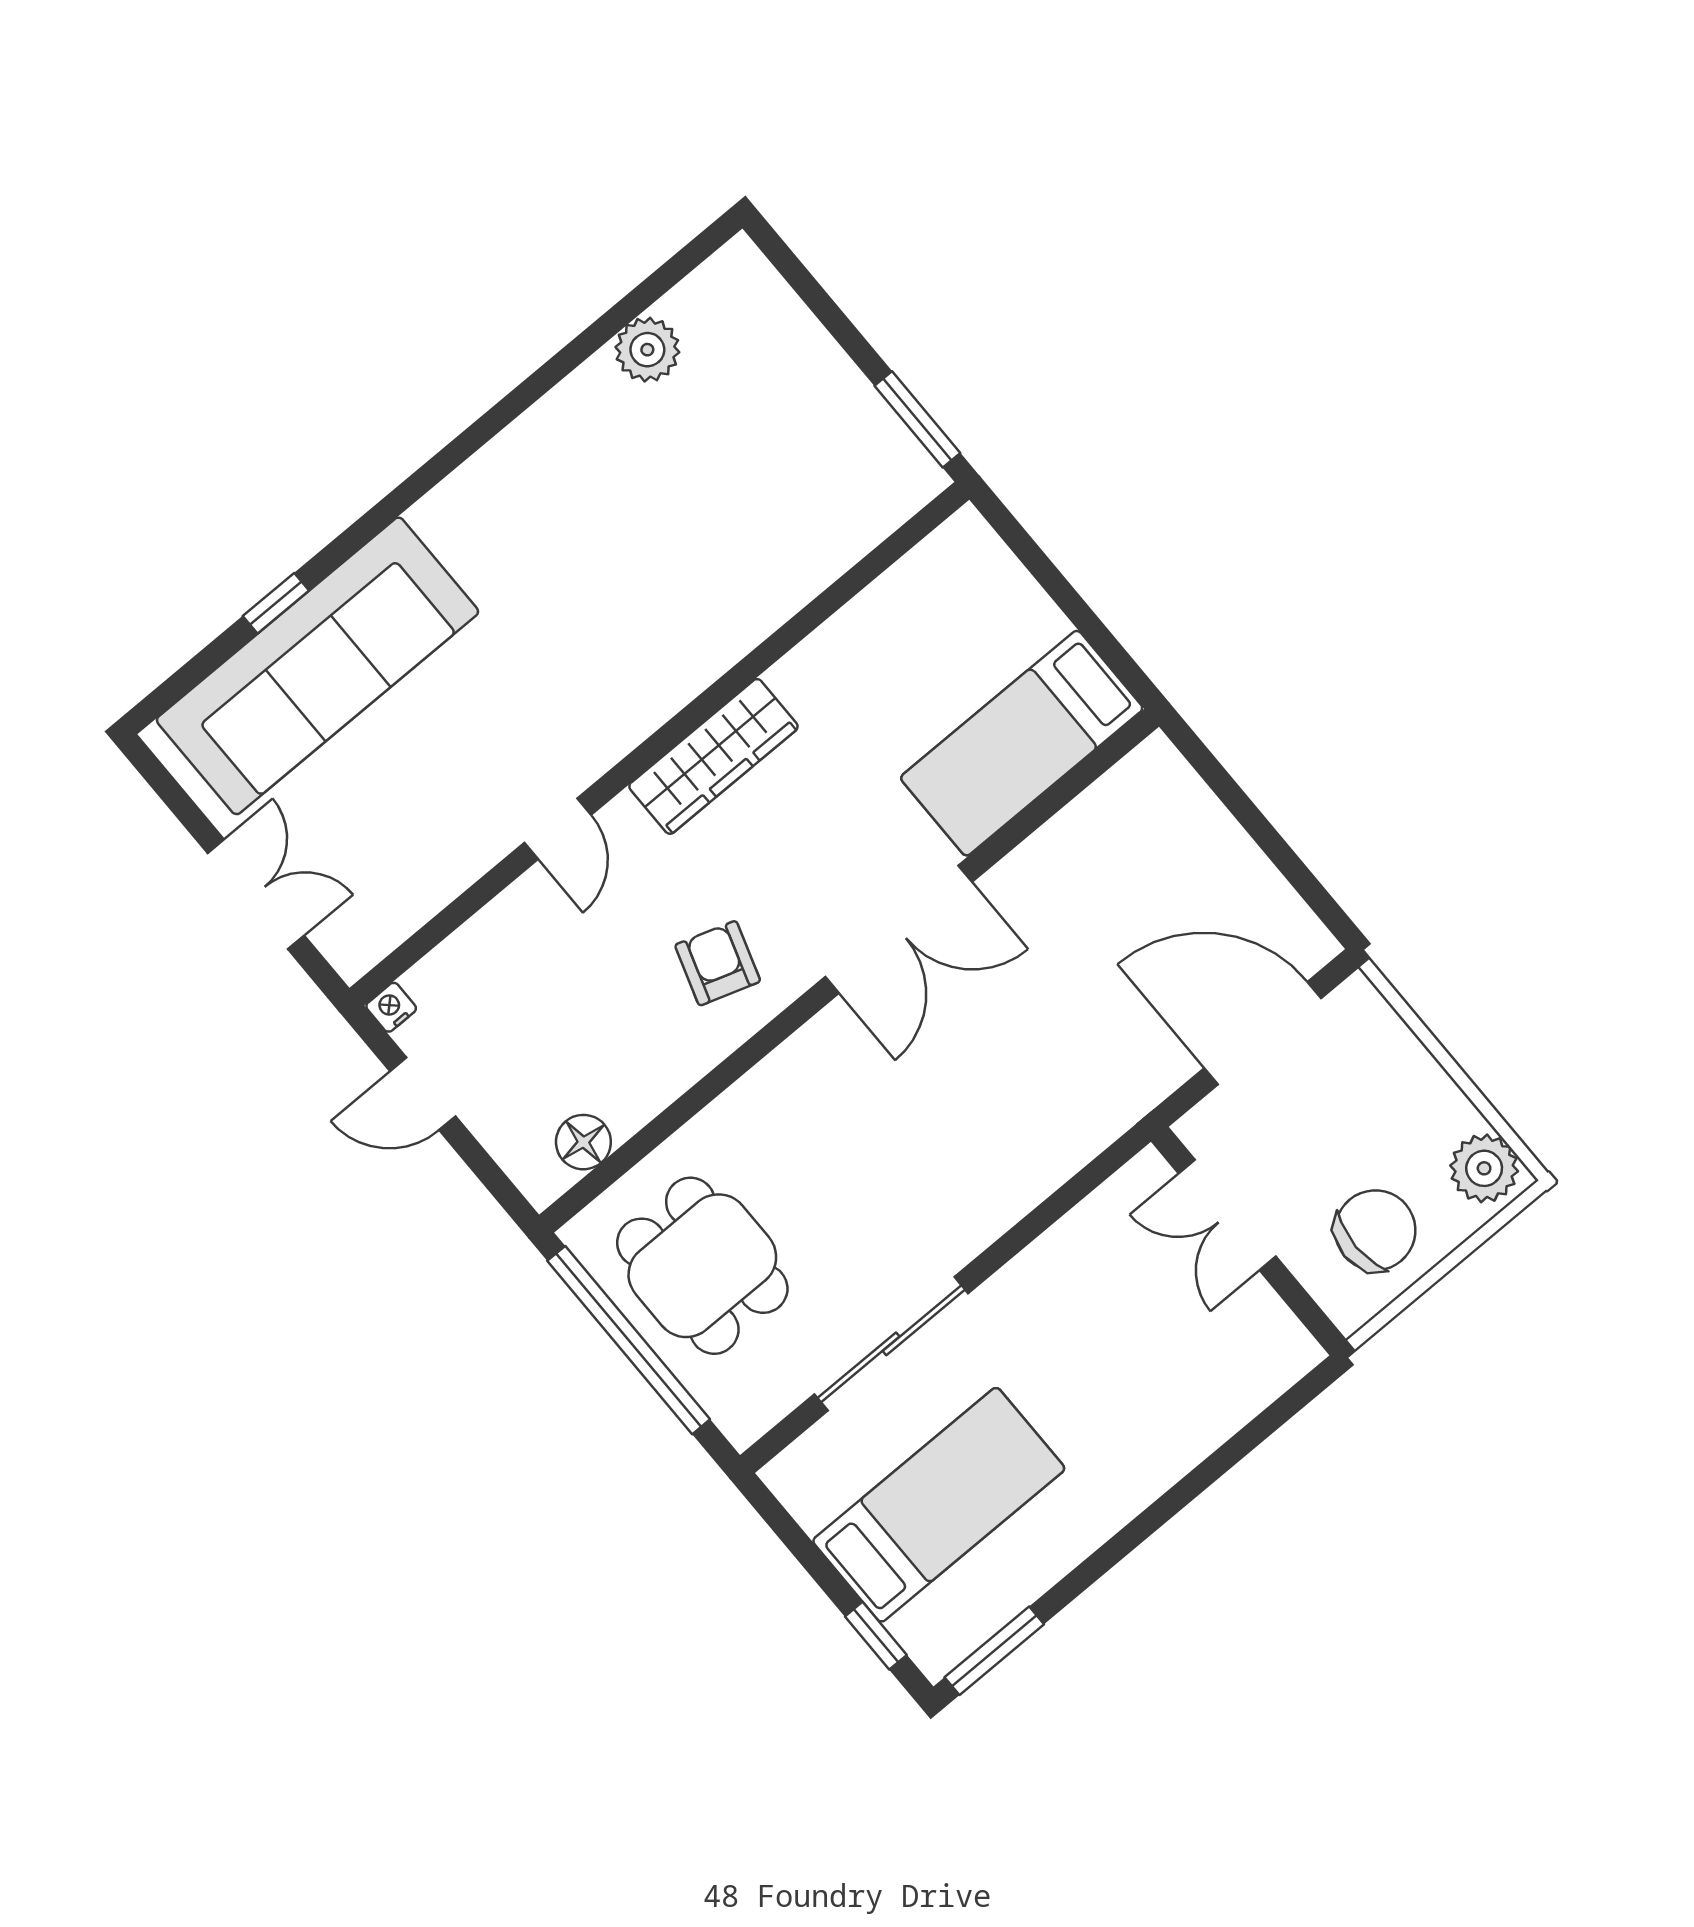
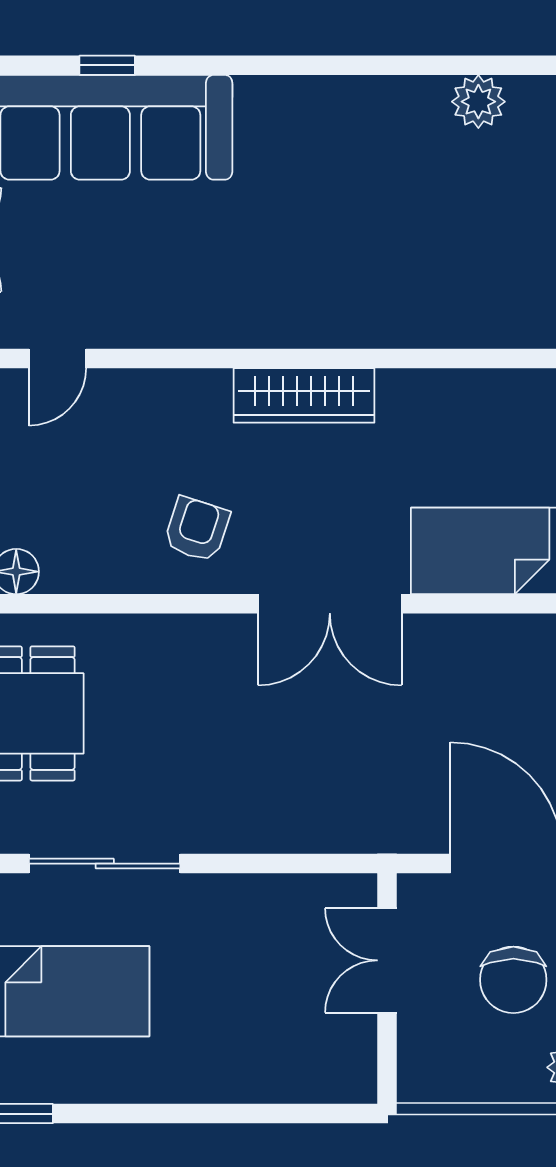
door: (558, 829) -> (58, 359), moved
chair: (1375, 1230) -> (513, 980), moved, turned 90

